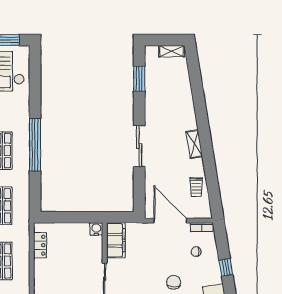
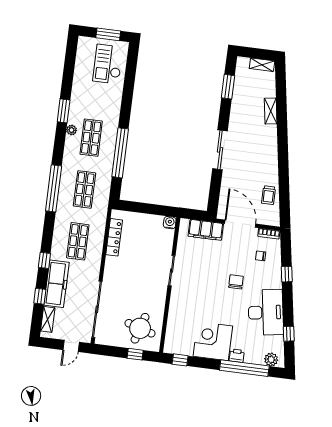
shelving: (194, 144) -> (271, 111), moved
window: (35, 145) -> (120, 153), moved
filing cabinet: (116, 240) -> (206, 230), moved, turned 90
locker: (40, 245) -> (114, 237), width x1.53

